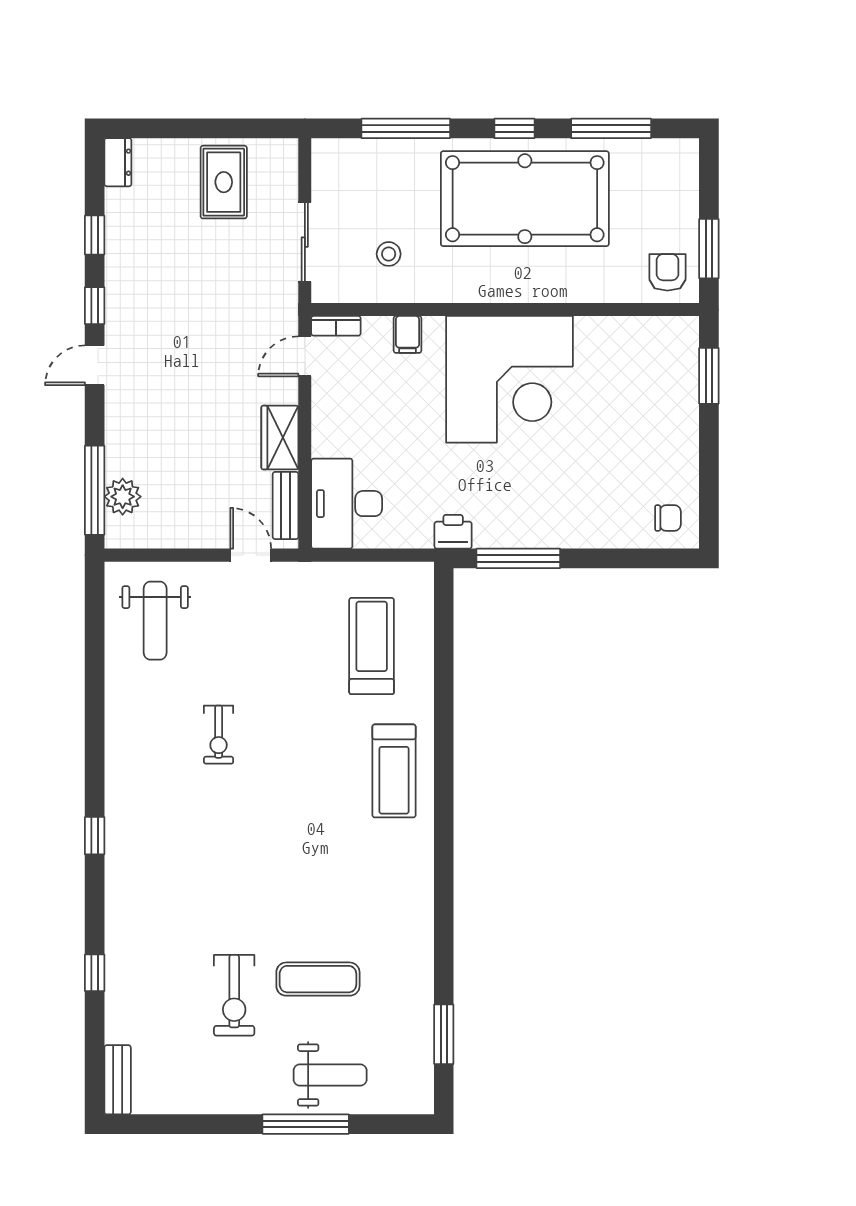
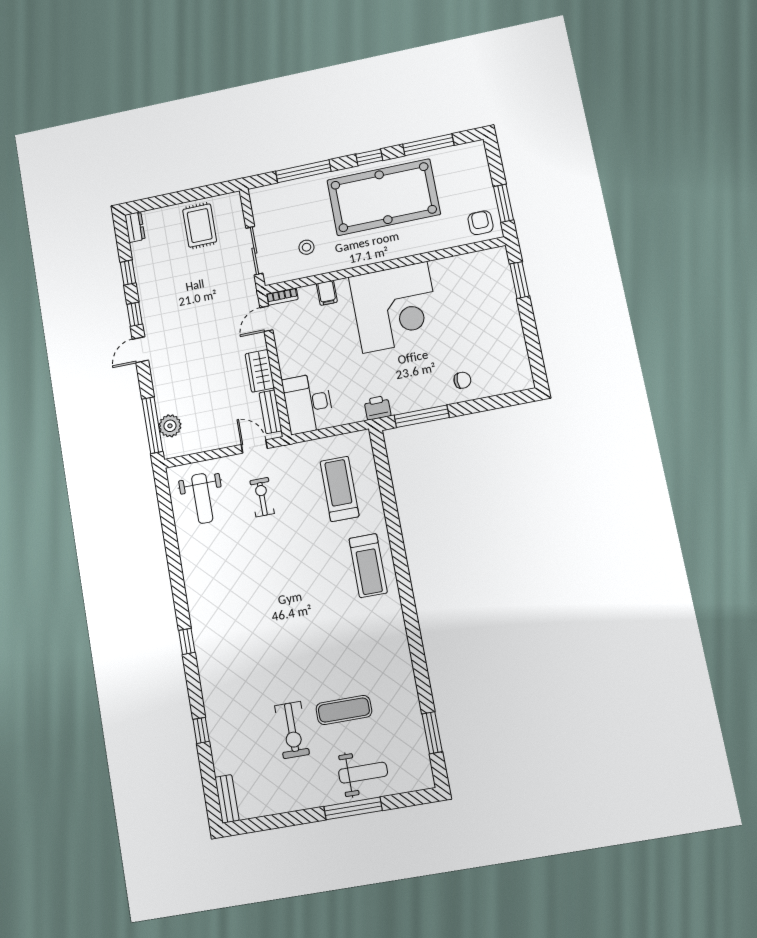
chair: (668, 518) -> (462, 380), moved
exercise bike: (219, 735) -> (262, 497), moved, turned 180

